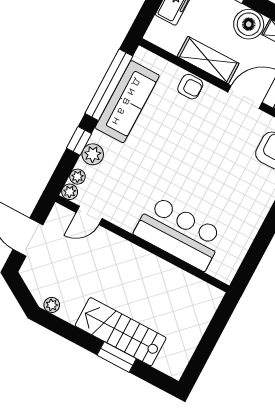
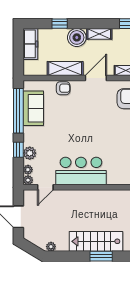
sofa: (127, 102) -> (33, 108), width x0.73
bar counter: (179, 233) -> (81, 171), moved

